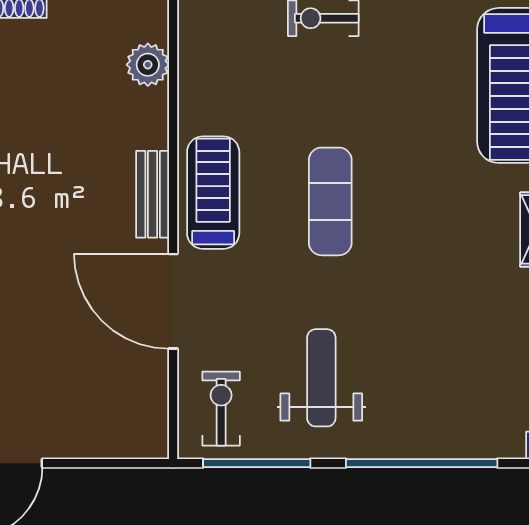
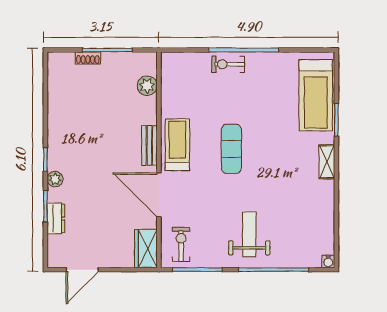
weight bench: (321, 378) -> (249, 234), moved
wardrobe: (145, 417) -> (146, 249), added

